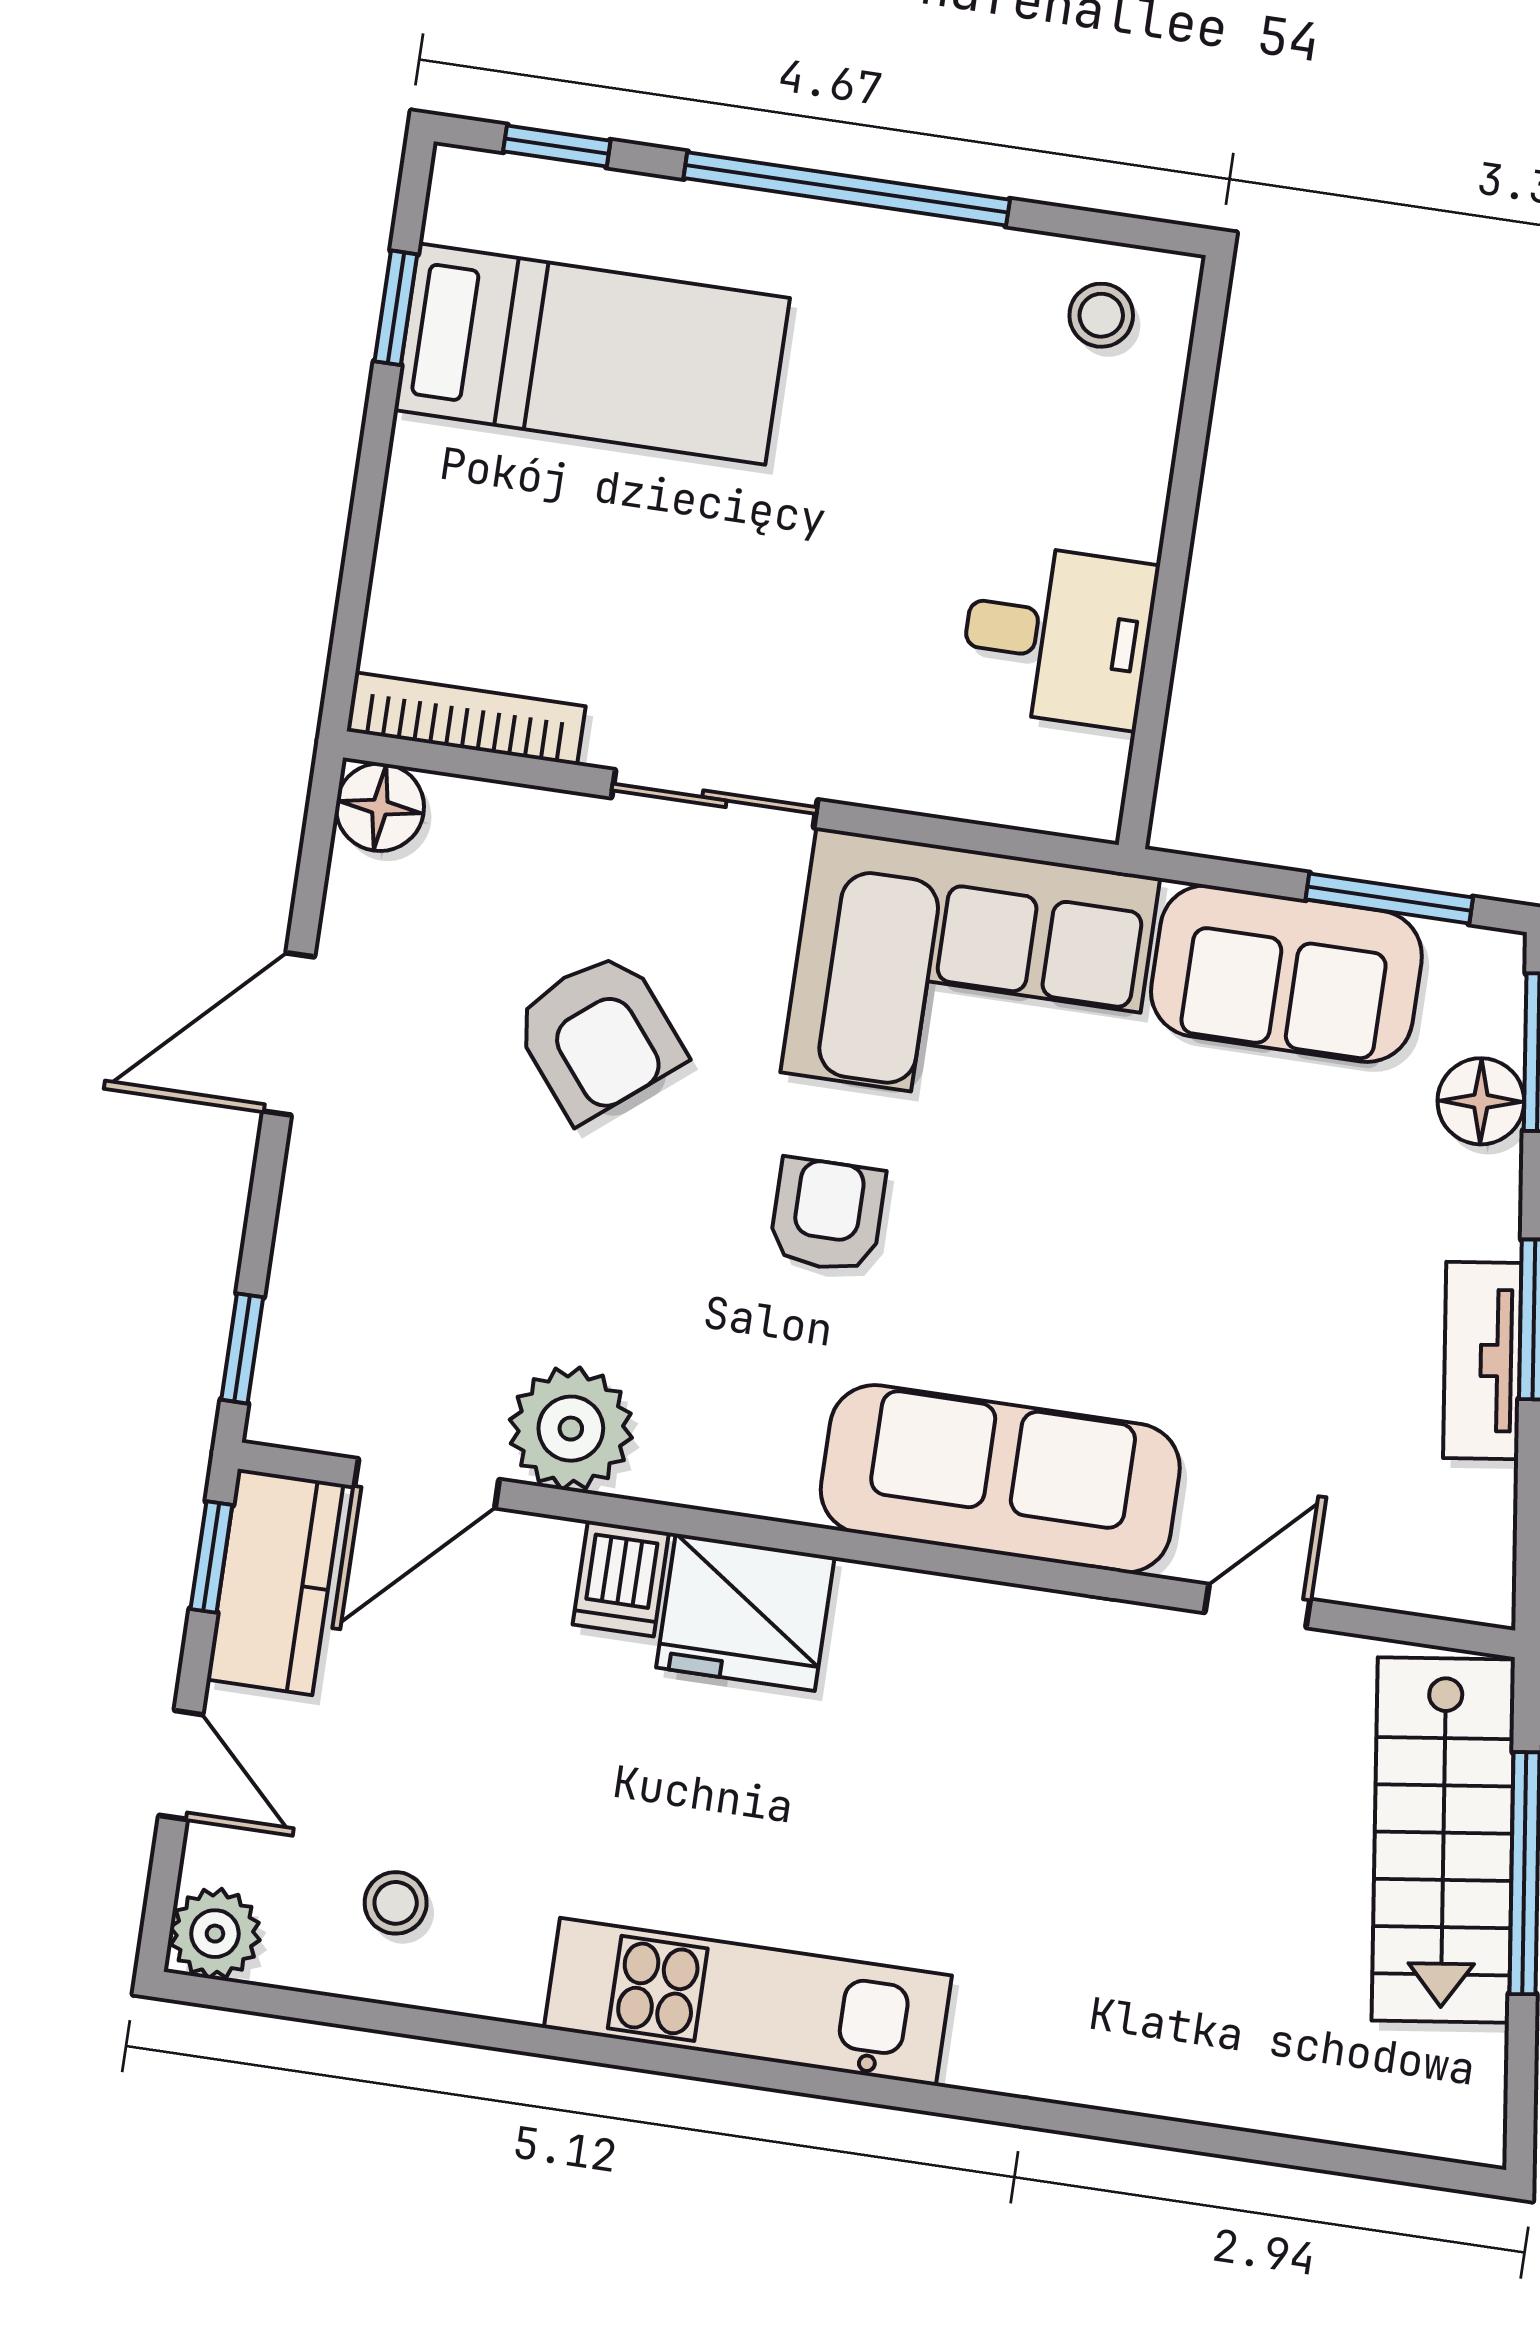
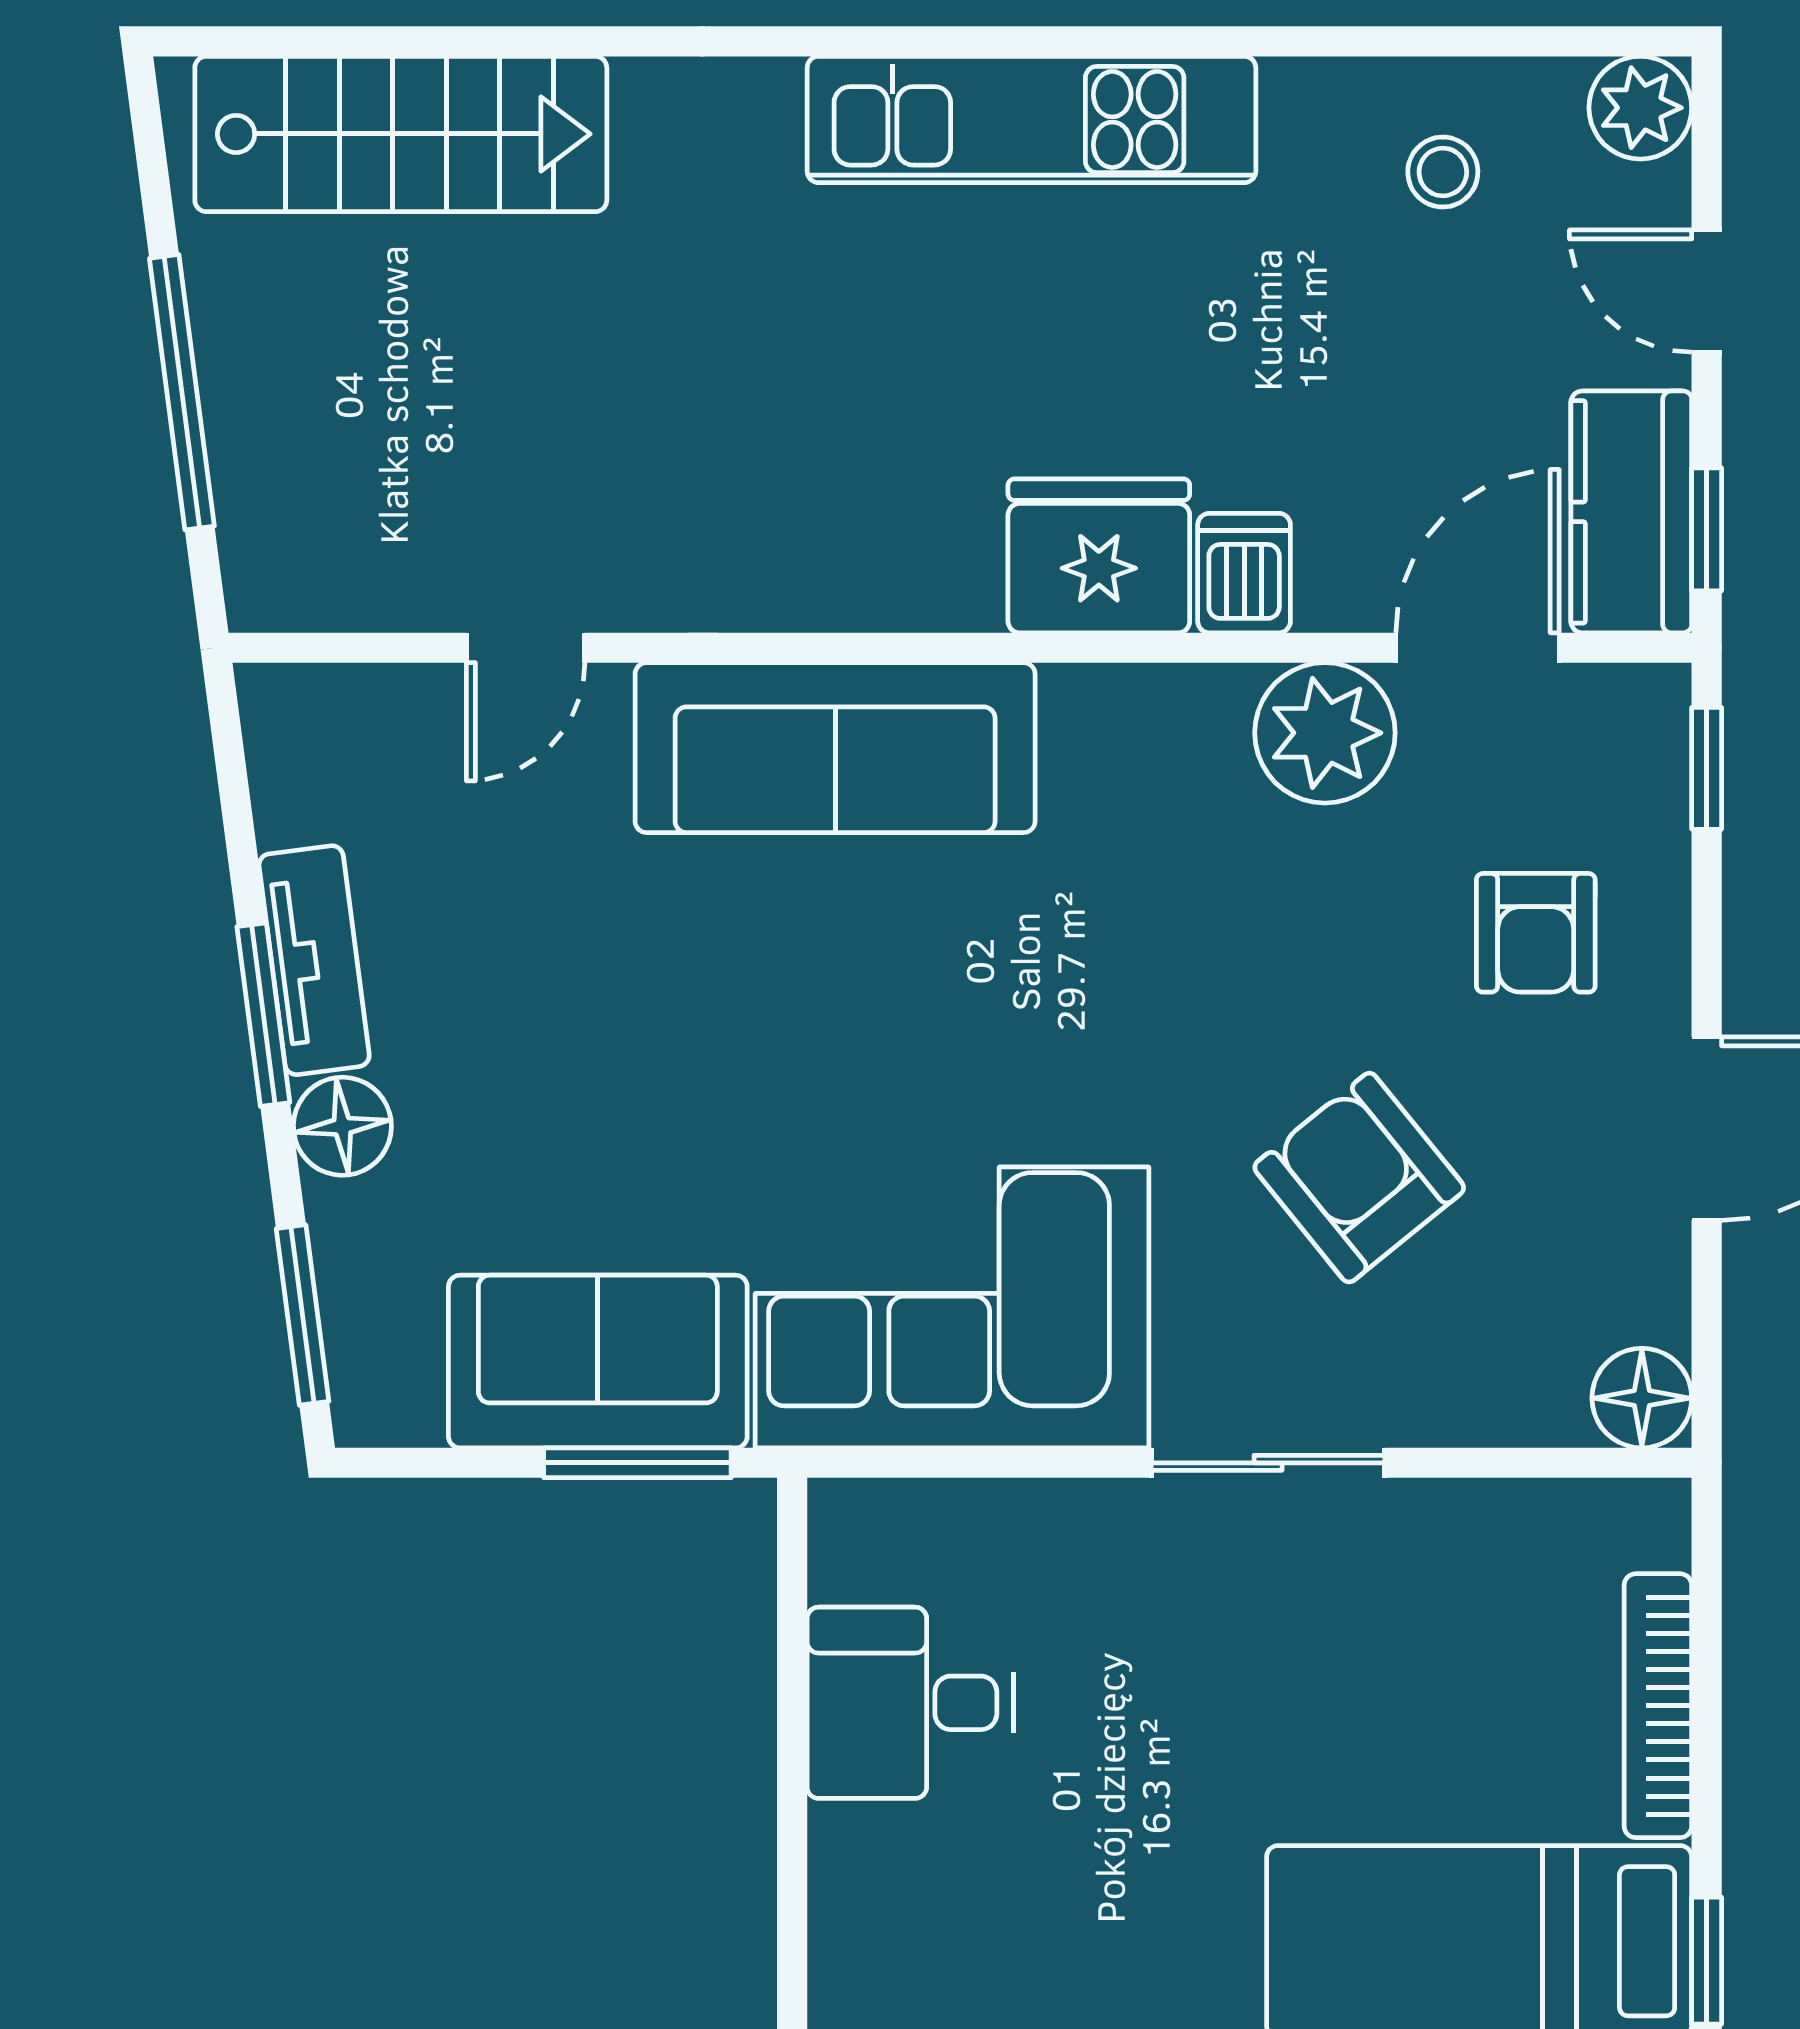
bookcase: (466, 719) -> (1658, 1706), moved, turned 90
window: (1389, 898) -> (637, 1463), moved
floor lamp: (1481, 1101) -> (342, 1126), moved
armchair: (827, 1215) -> (1536, 933), moved
stairs: (1443, 1840) -> (401, 134), moved, turned 97

